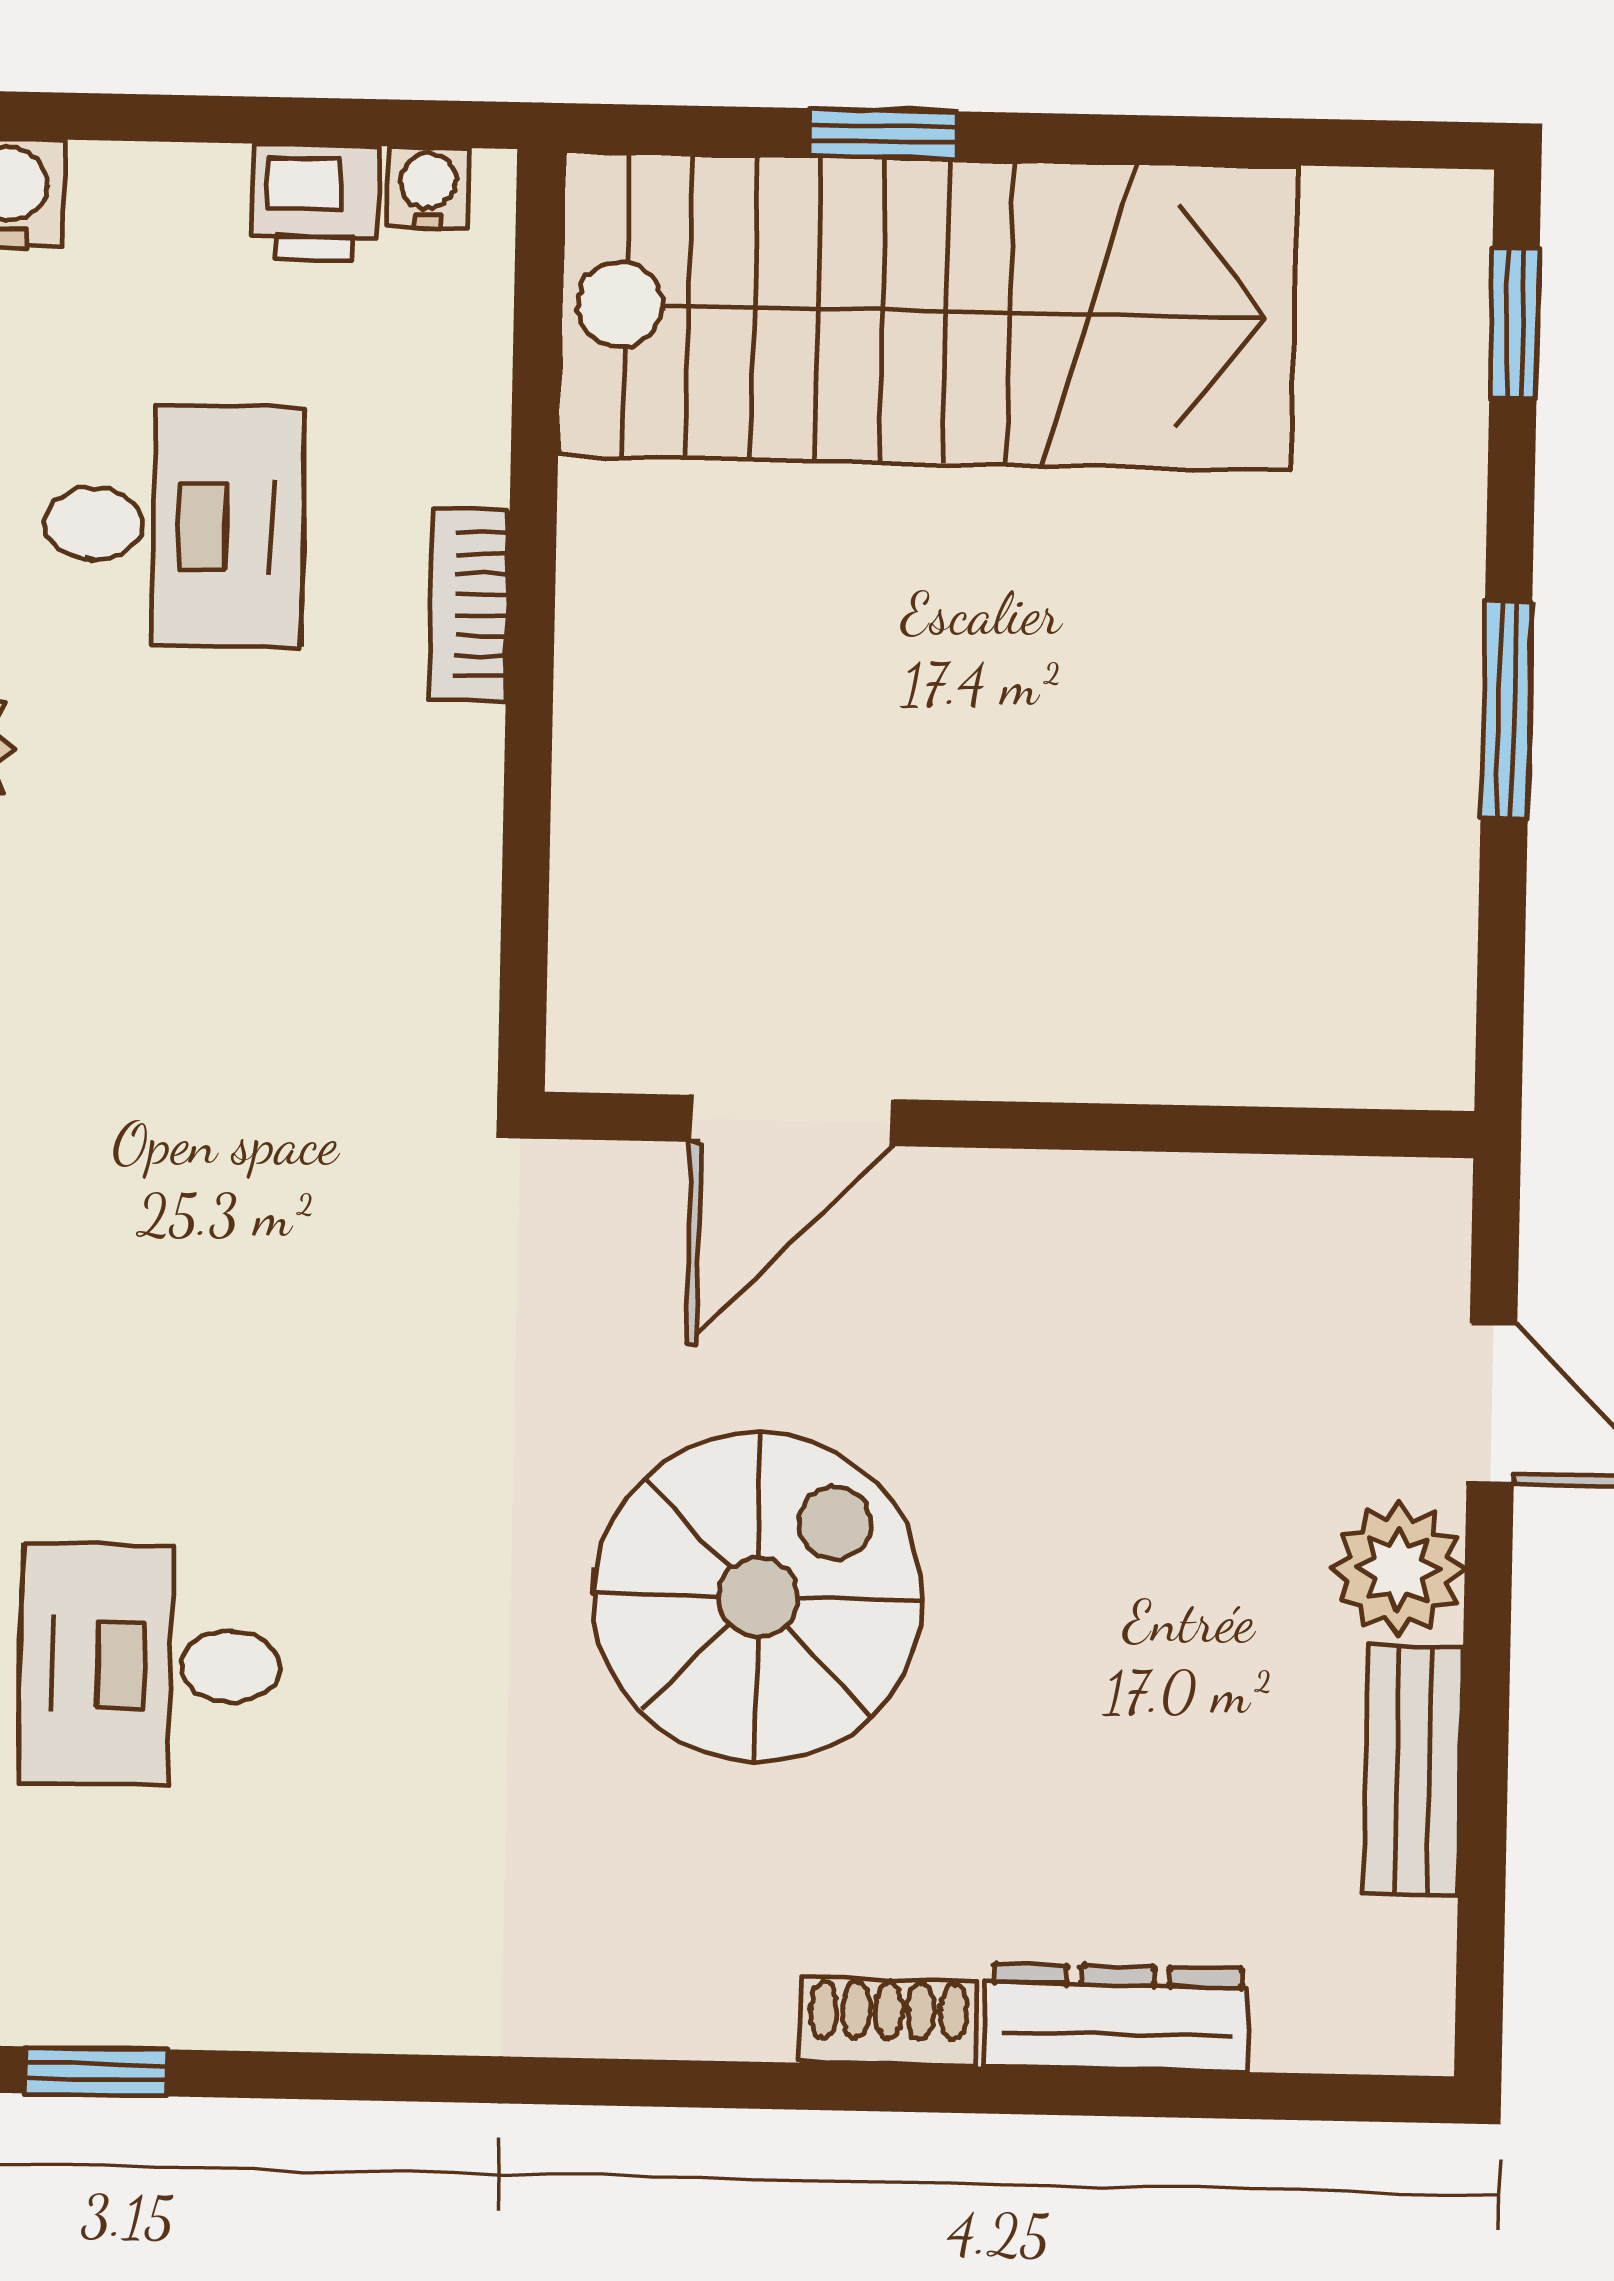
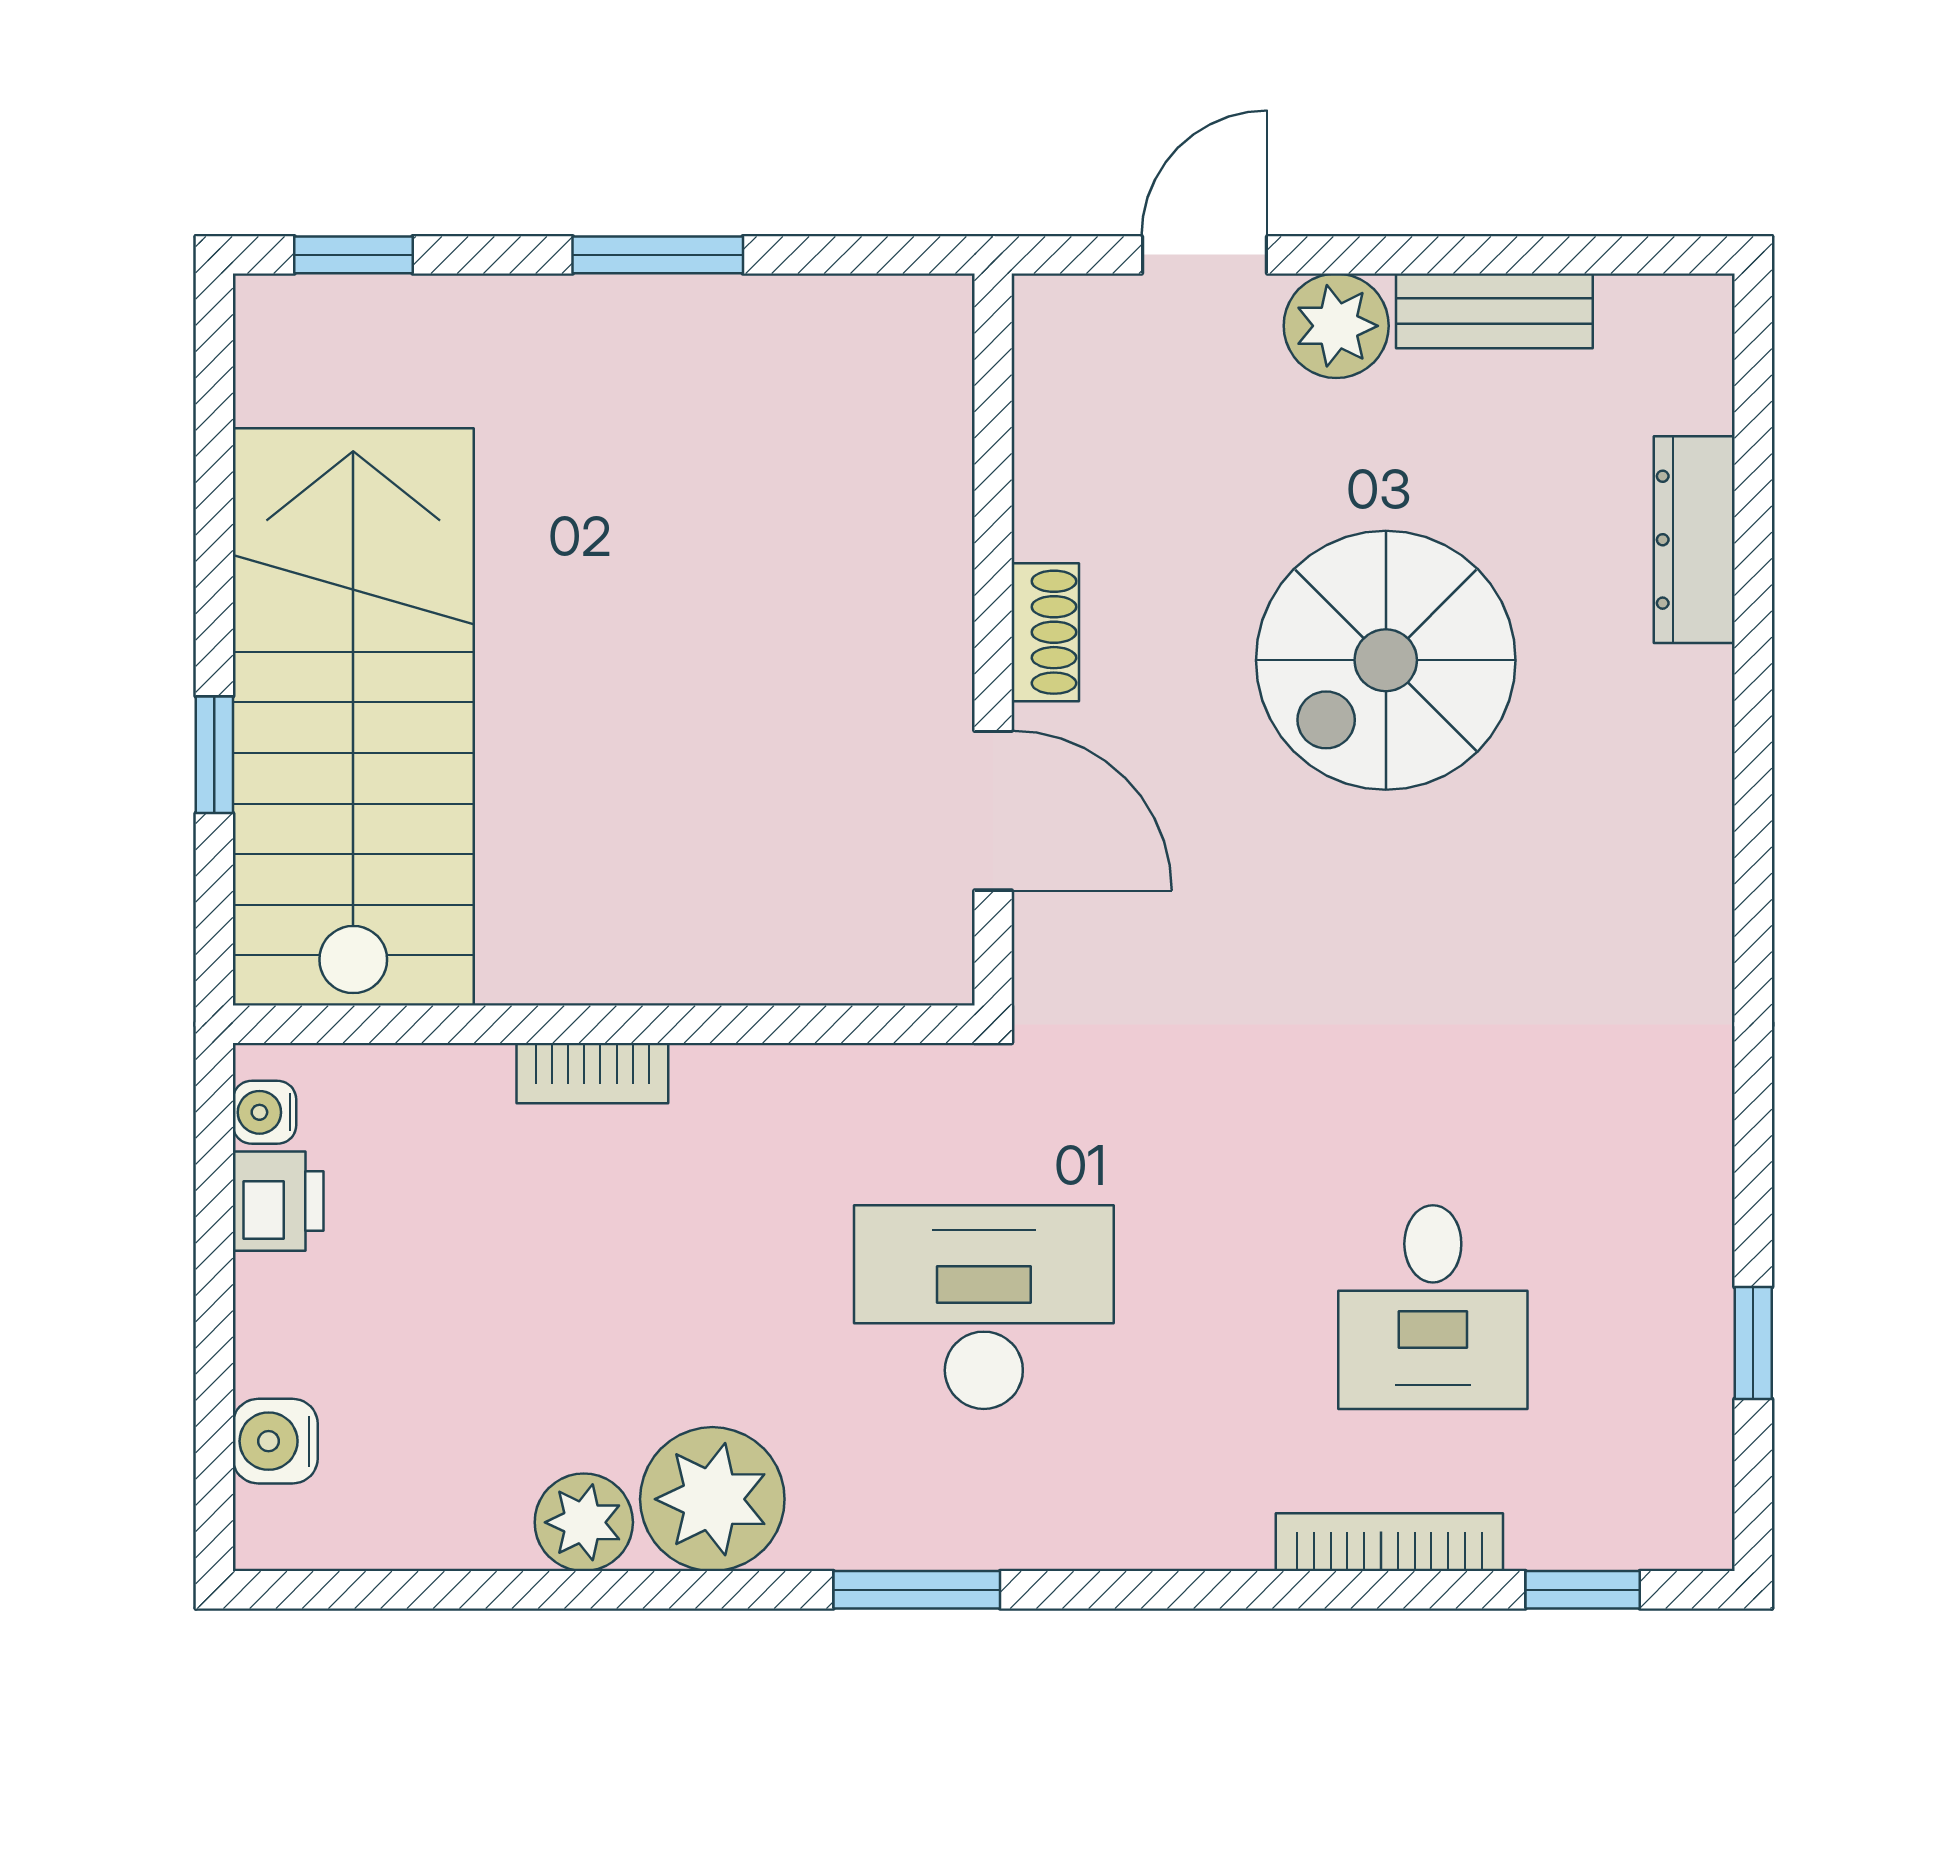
desk: (174, 525) -> (984, 1307), moved, width x1.37
spiral stairs: (758, 1597) -> (1386, 660), moved, turned -90
shoe rack: (888, 2022) -> (1045, 632), moved, turned 180

